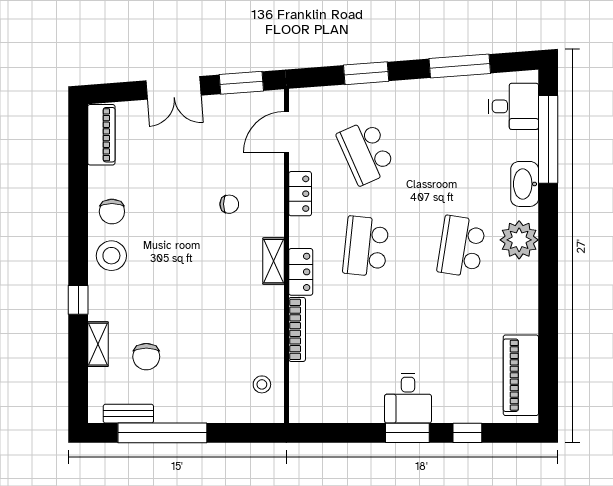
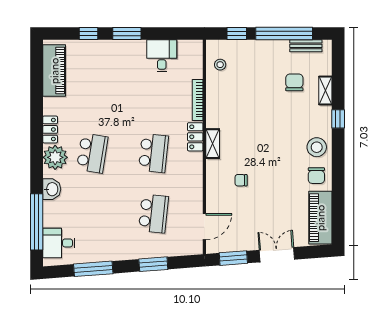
piano: (101, 135) -> (320, 218), width x1.37, depth x1.33
school desk: (366, 152) -> (153, 214), turned 30
washbasin: (525, 184) -> (52, 189), width x0.72
locker: (300, 194) -> (50, 129), moved, turned 180
chair: (112, 211) -> (316, 176), turned 180
desk: (408, 398) -> (162, 56), moved
window: (236, 433) -> (237, 34), added

